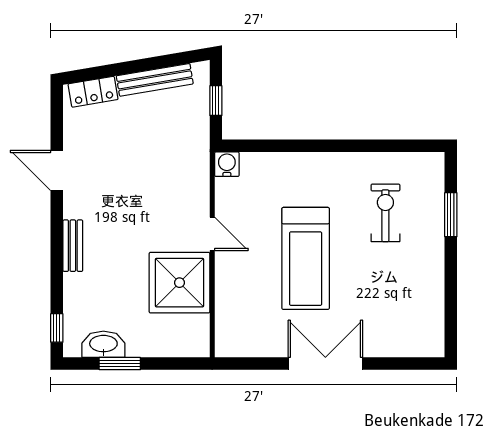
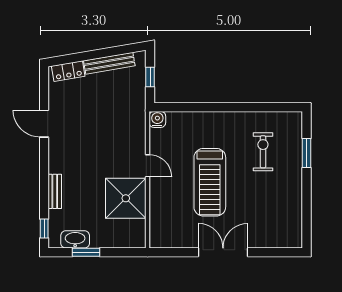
bench: (73, 246) -> (55, 191), moved

